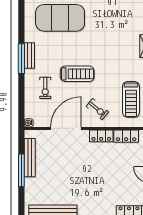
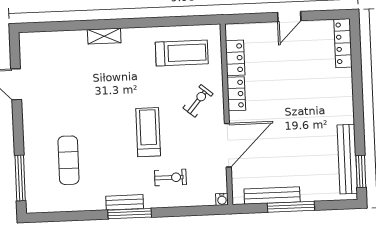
exercise mat: (60, 18) -> (68, 160), width x0.50, depth x0.69
door: (66, 128) -> (228, 145), swing flipped

